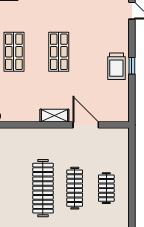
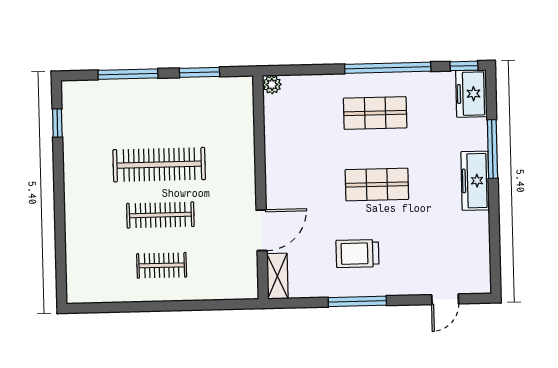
trolley: (116, 66) -> (357, 254), moved
window: (132, 66) -> (357, 301), width x2.17
shelving: (54, 116) -> (277, 276), moved

